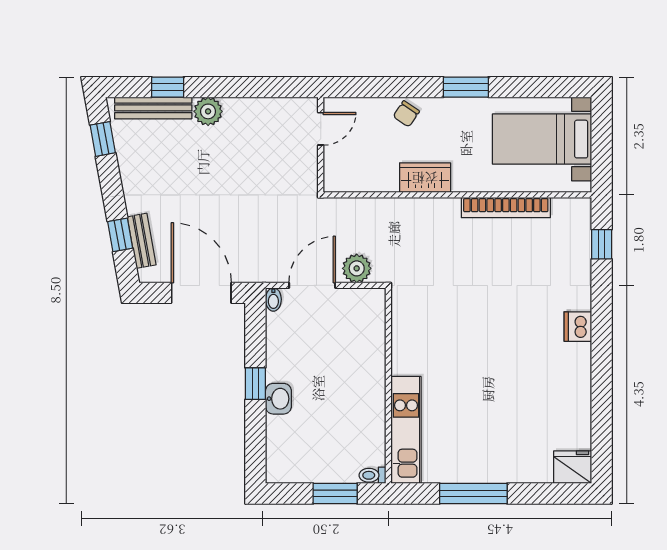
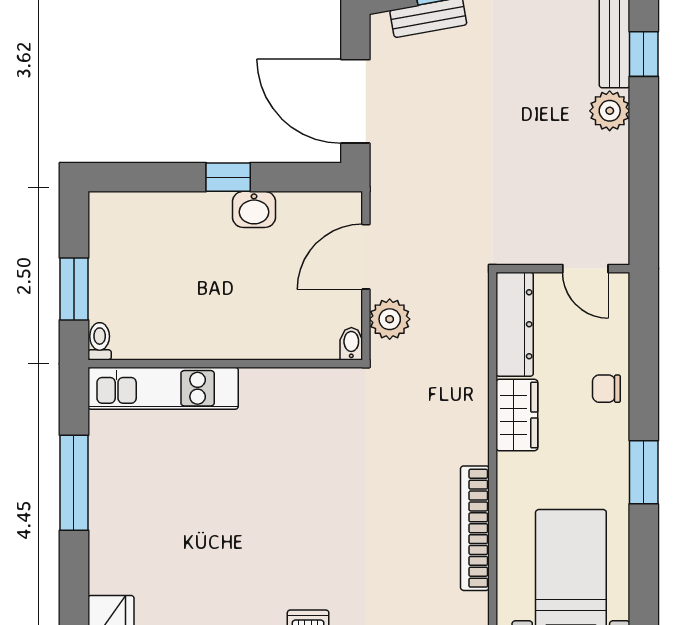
chair: (406, 114) -> (606, 389), turned -34
dresser: (360, 179) -> (515, 324), added
door: (312, 285) -> (366, 257), swing flipped
door: (201, 293) -> (355, 101), swing flipped
bidet: (273, 299) -> (351, 344), moved, turned 90
washbasin: (278, 399) -> (254, 209), moved

